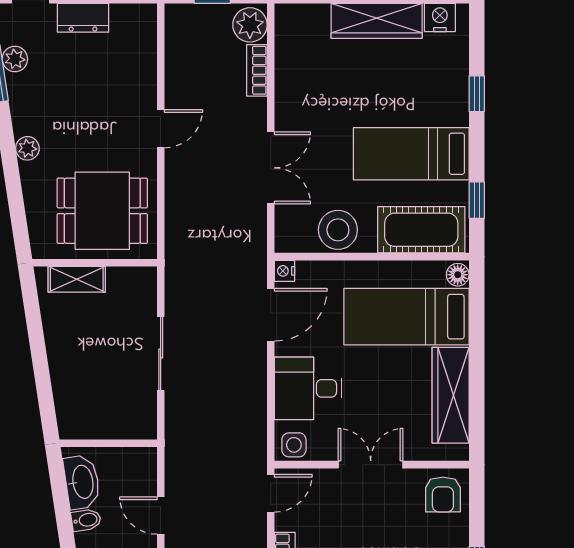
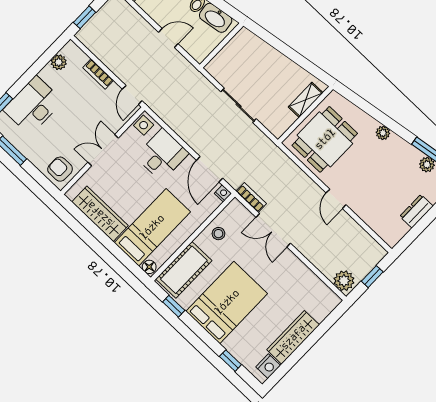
bookcase: (257, 70) -> (251, 197), moved
window: (477, 94) -> (230, 361), moved
bed: (411, 154) -> (227, 302), width x1.50
stool: (338, 230) -> (218, 234), width x0.53, depth x0.53
double door: (371, 465) -> (103, 150), swing flipped

